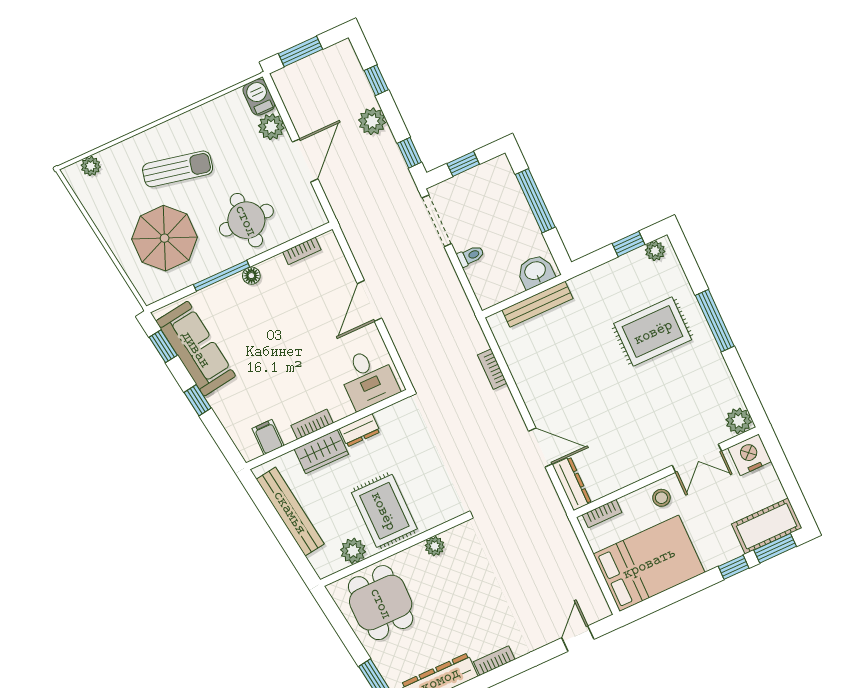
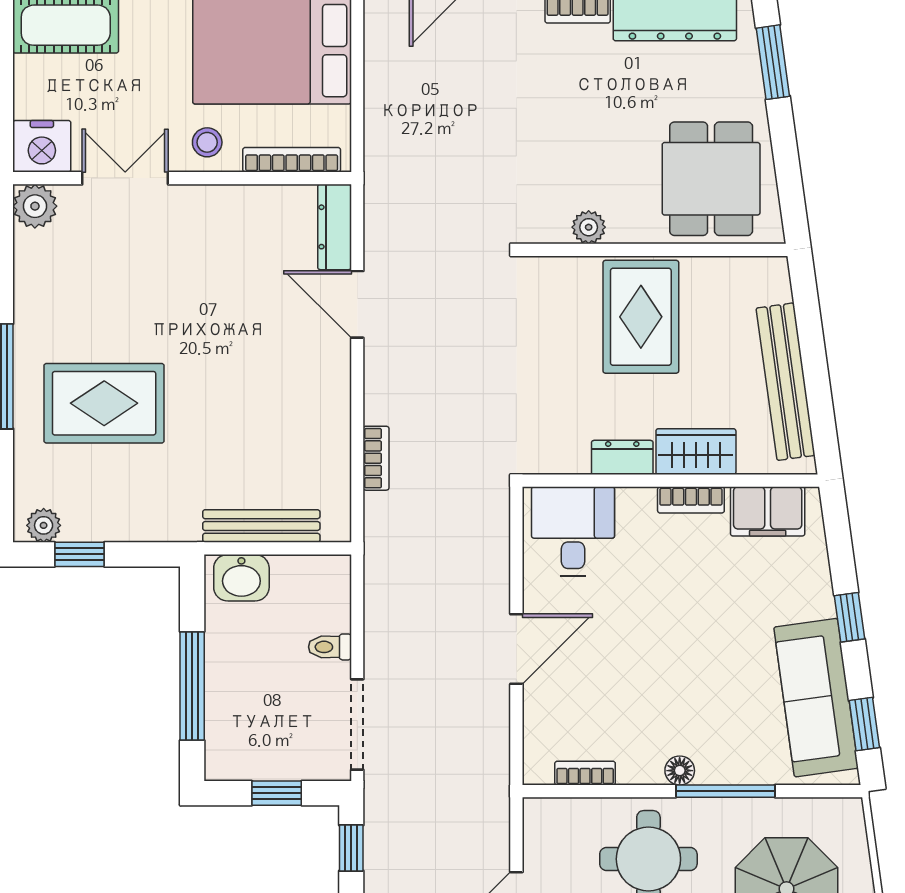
filing cabinet: (268, 437) -> (768, 511), width x2.00
bookcase: (602, 514) -> (292, 160), width x1.56
plant: (353, 551) -> (717, 277), removed

